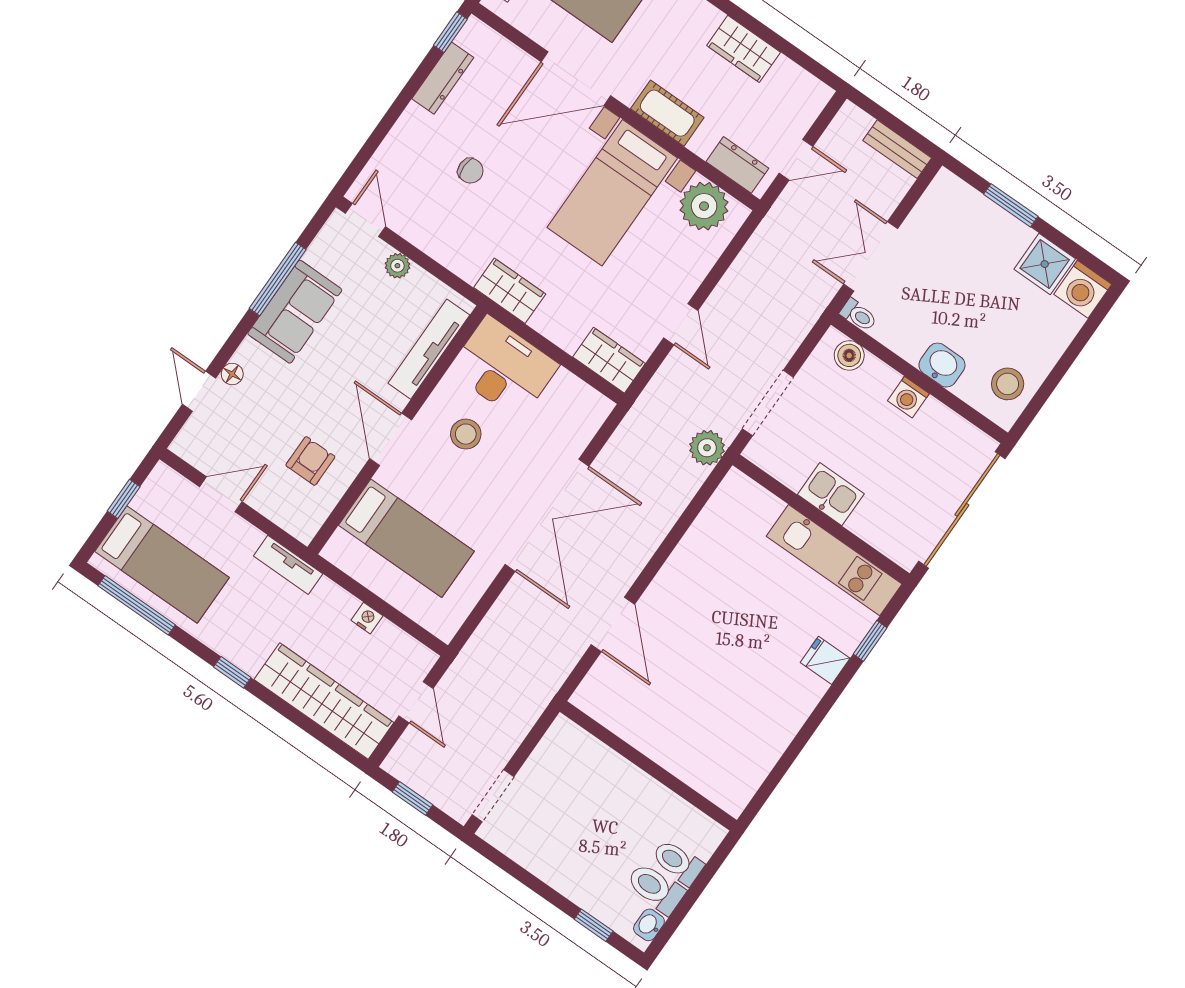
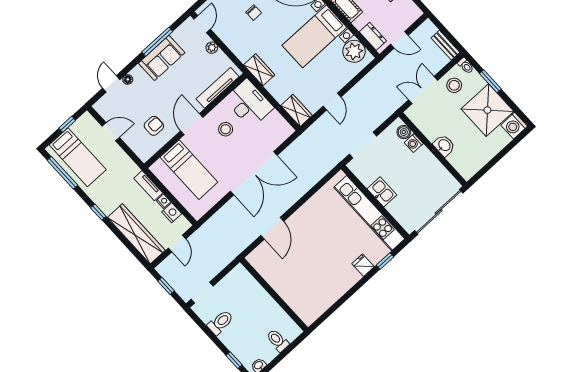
shower: (1045, 264) -> (487, 110), width x1.86, depth x1.86
toilet: (858, 315) -> (466, 66), moved
stool: (1008, 384) -> (454, 85), moved
washing machine: (908, 397) -> (414, 143), moved
plant: (707, 448) -> (331, 159), removed
kitchen unit: (834, 560) -> (369, 213), width x1.36
tv unit: (288, 565) -> (148, 186), moved
nightstand: (390, 639) -> (172, 213), added
toilet: (656, 888) -> (220, 322), moved, turned 90

